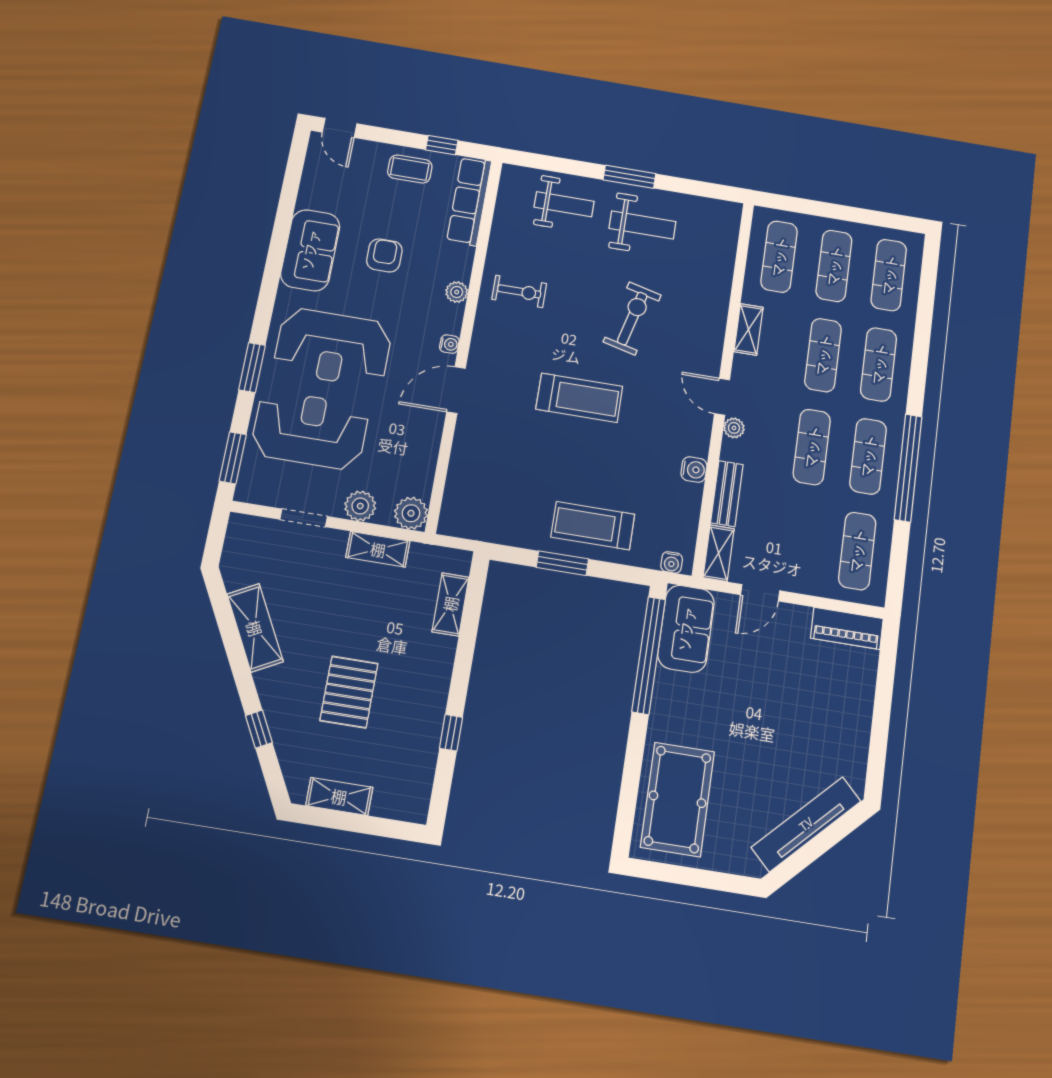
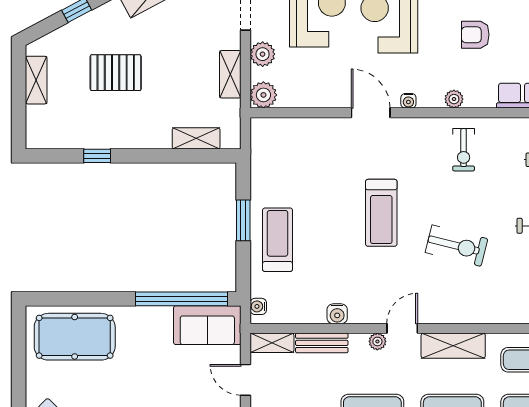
armchair: (384, 255) -> (475, 35), turned 180
shelving: (749, 329) -> (453, 346), width x1.50, depth x1.33

